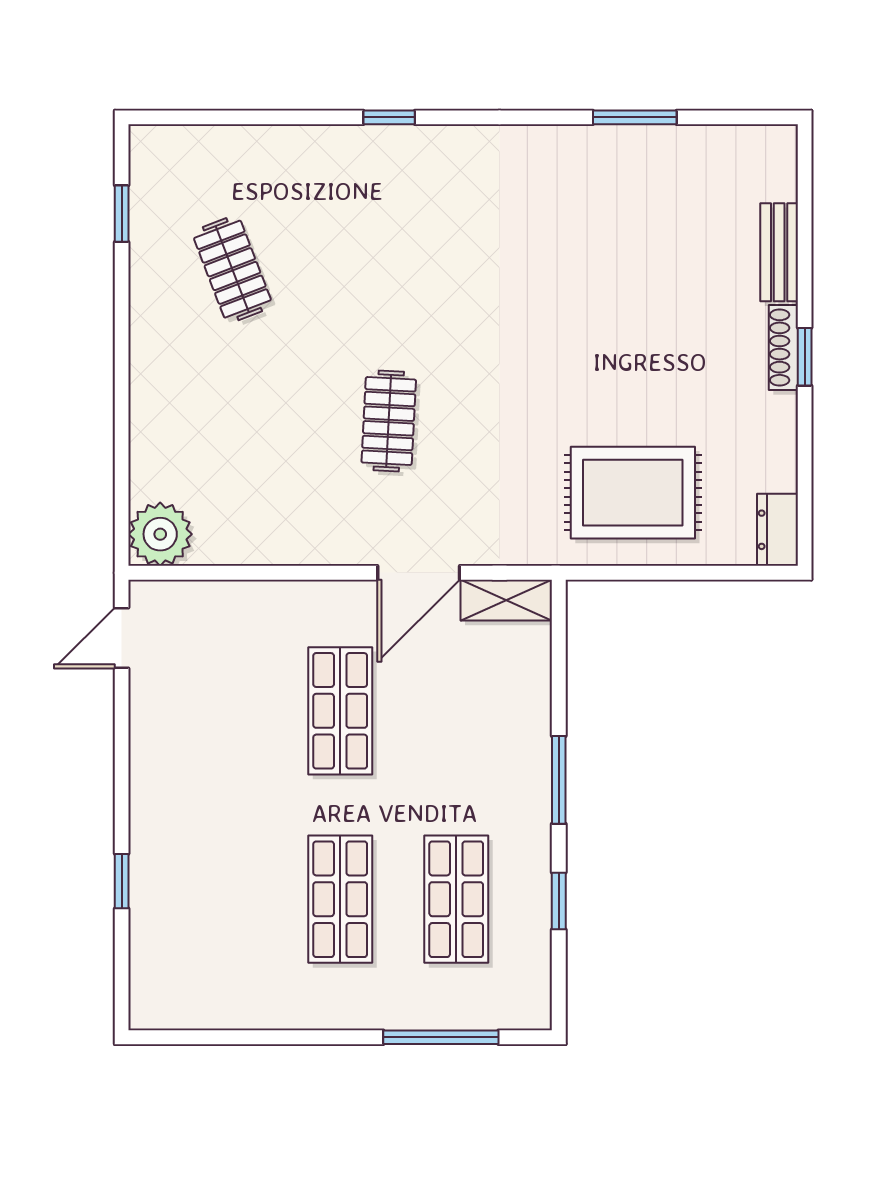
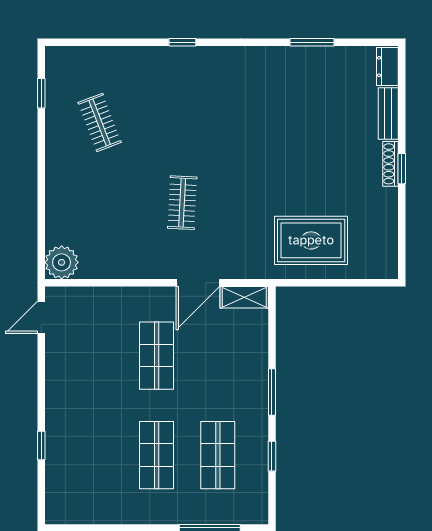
dresser: (778, 530) -> (387, 67), moved

